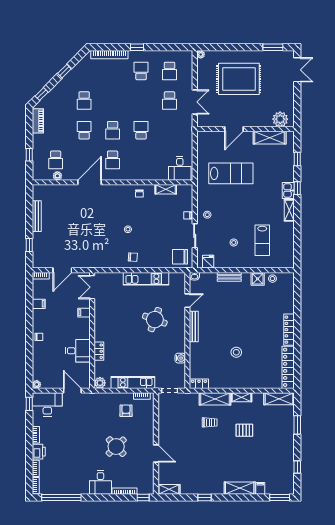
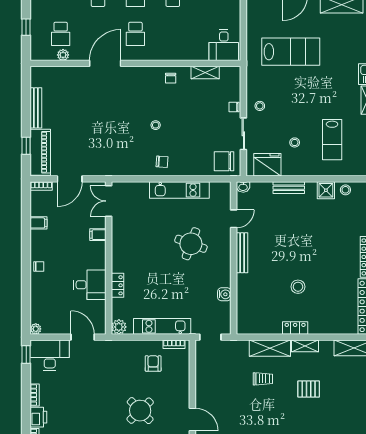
piano: (40, 250) -> (40, 152), added
fridge: (208, 262) -> (267, 165), width x1.88, depth x1.34
locker: (199, 384) -> (295, 328), moved

